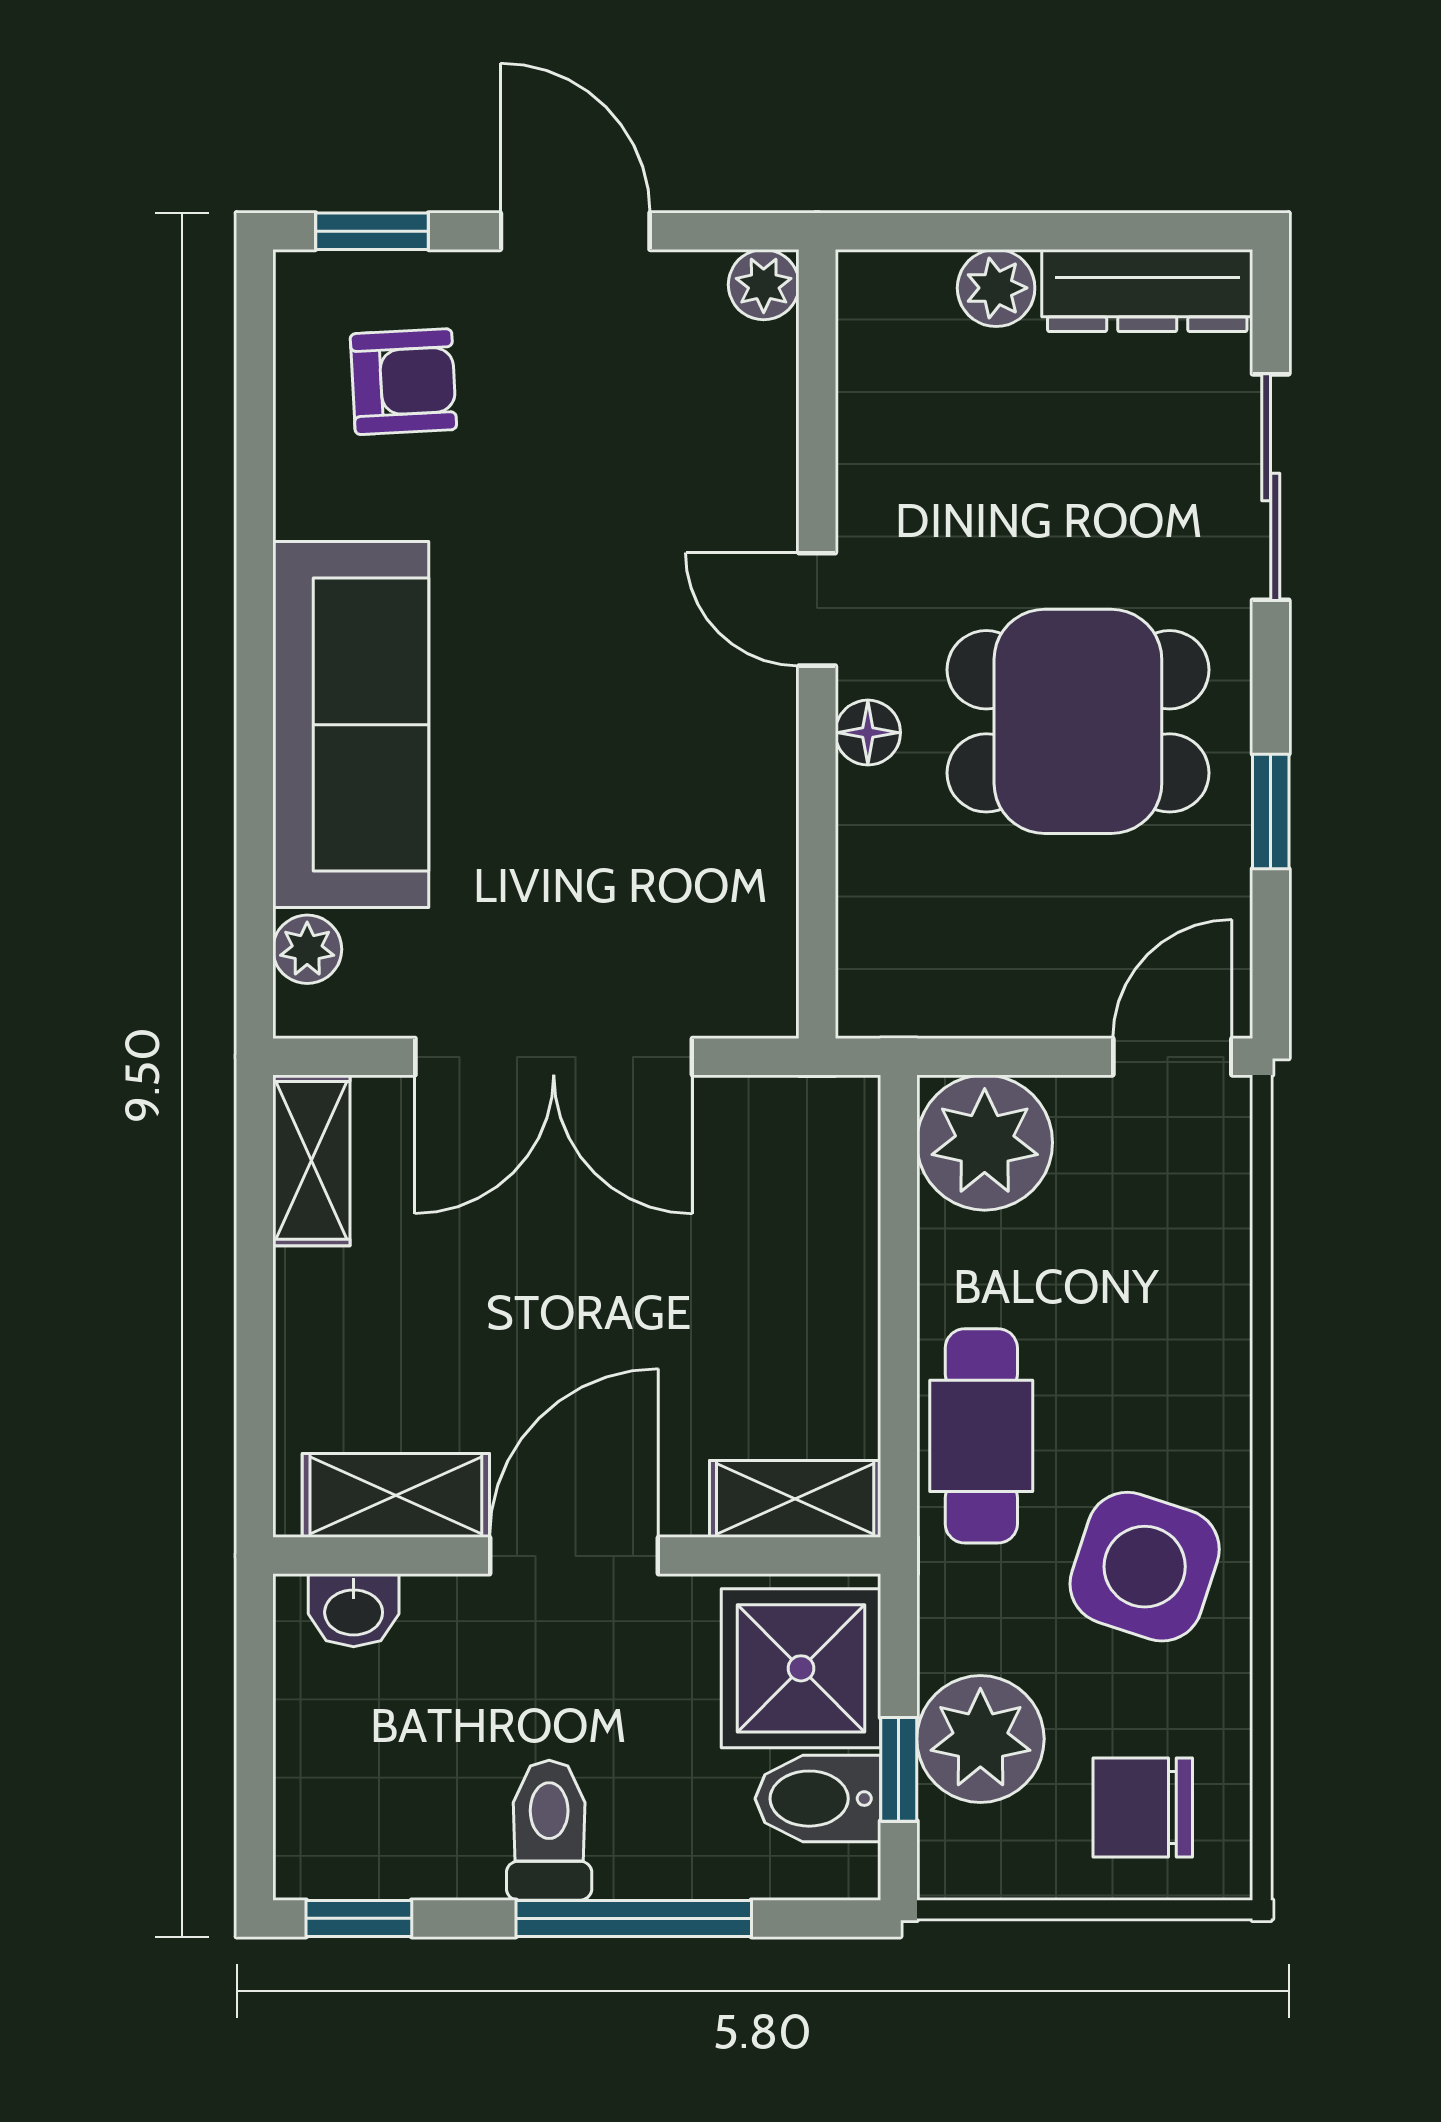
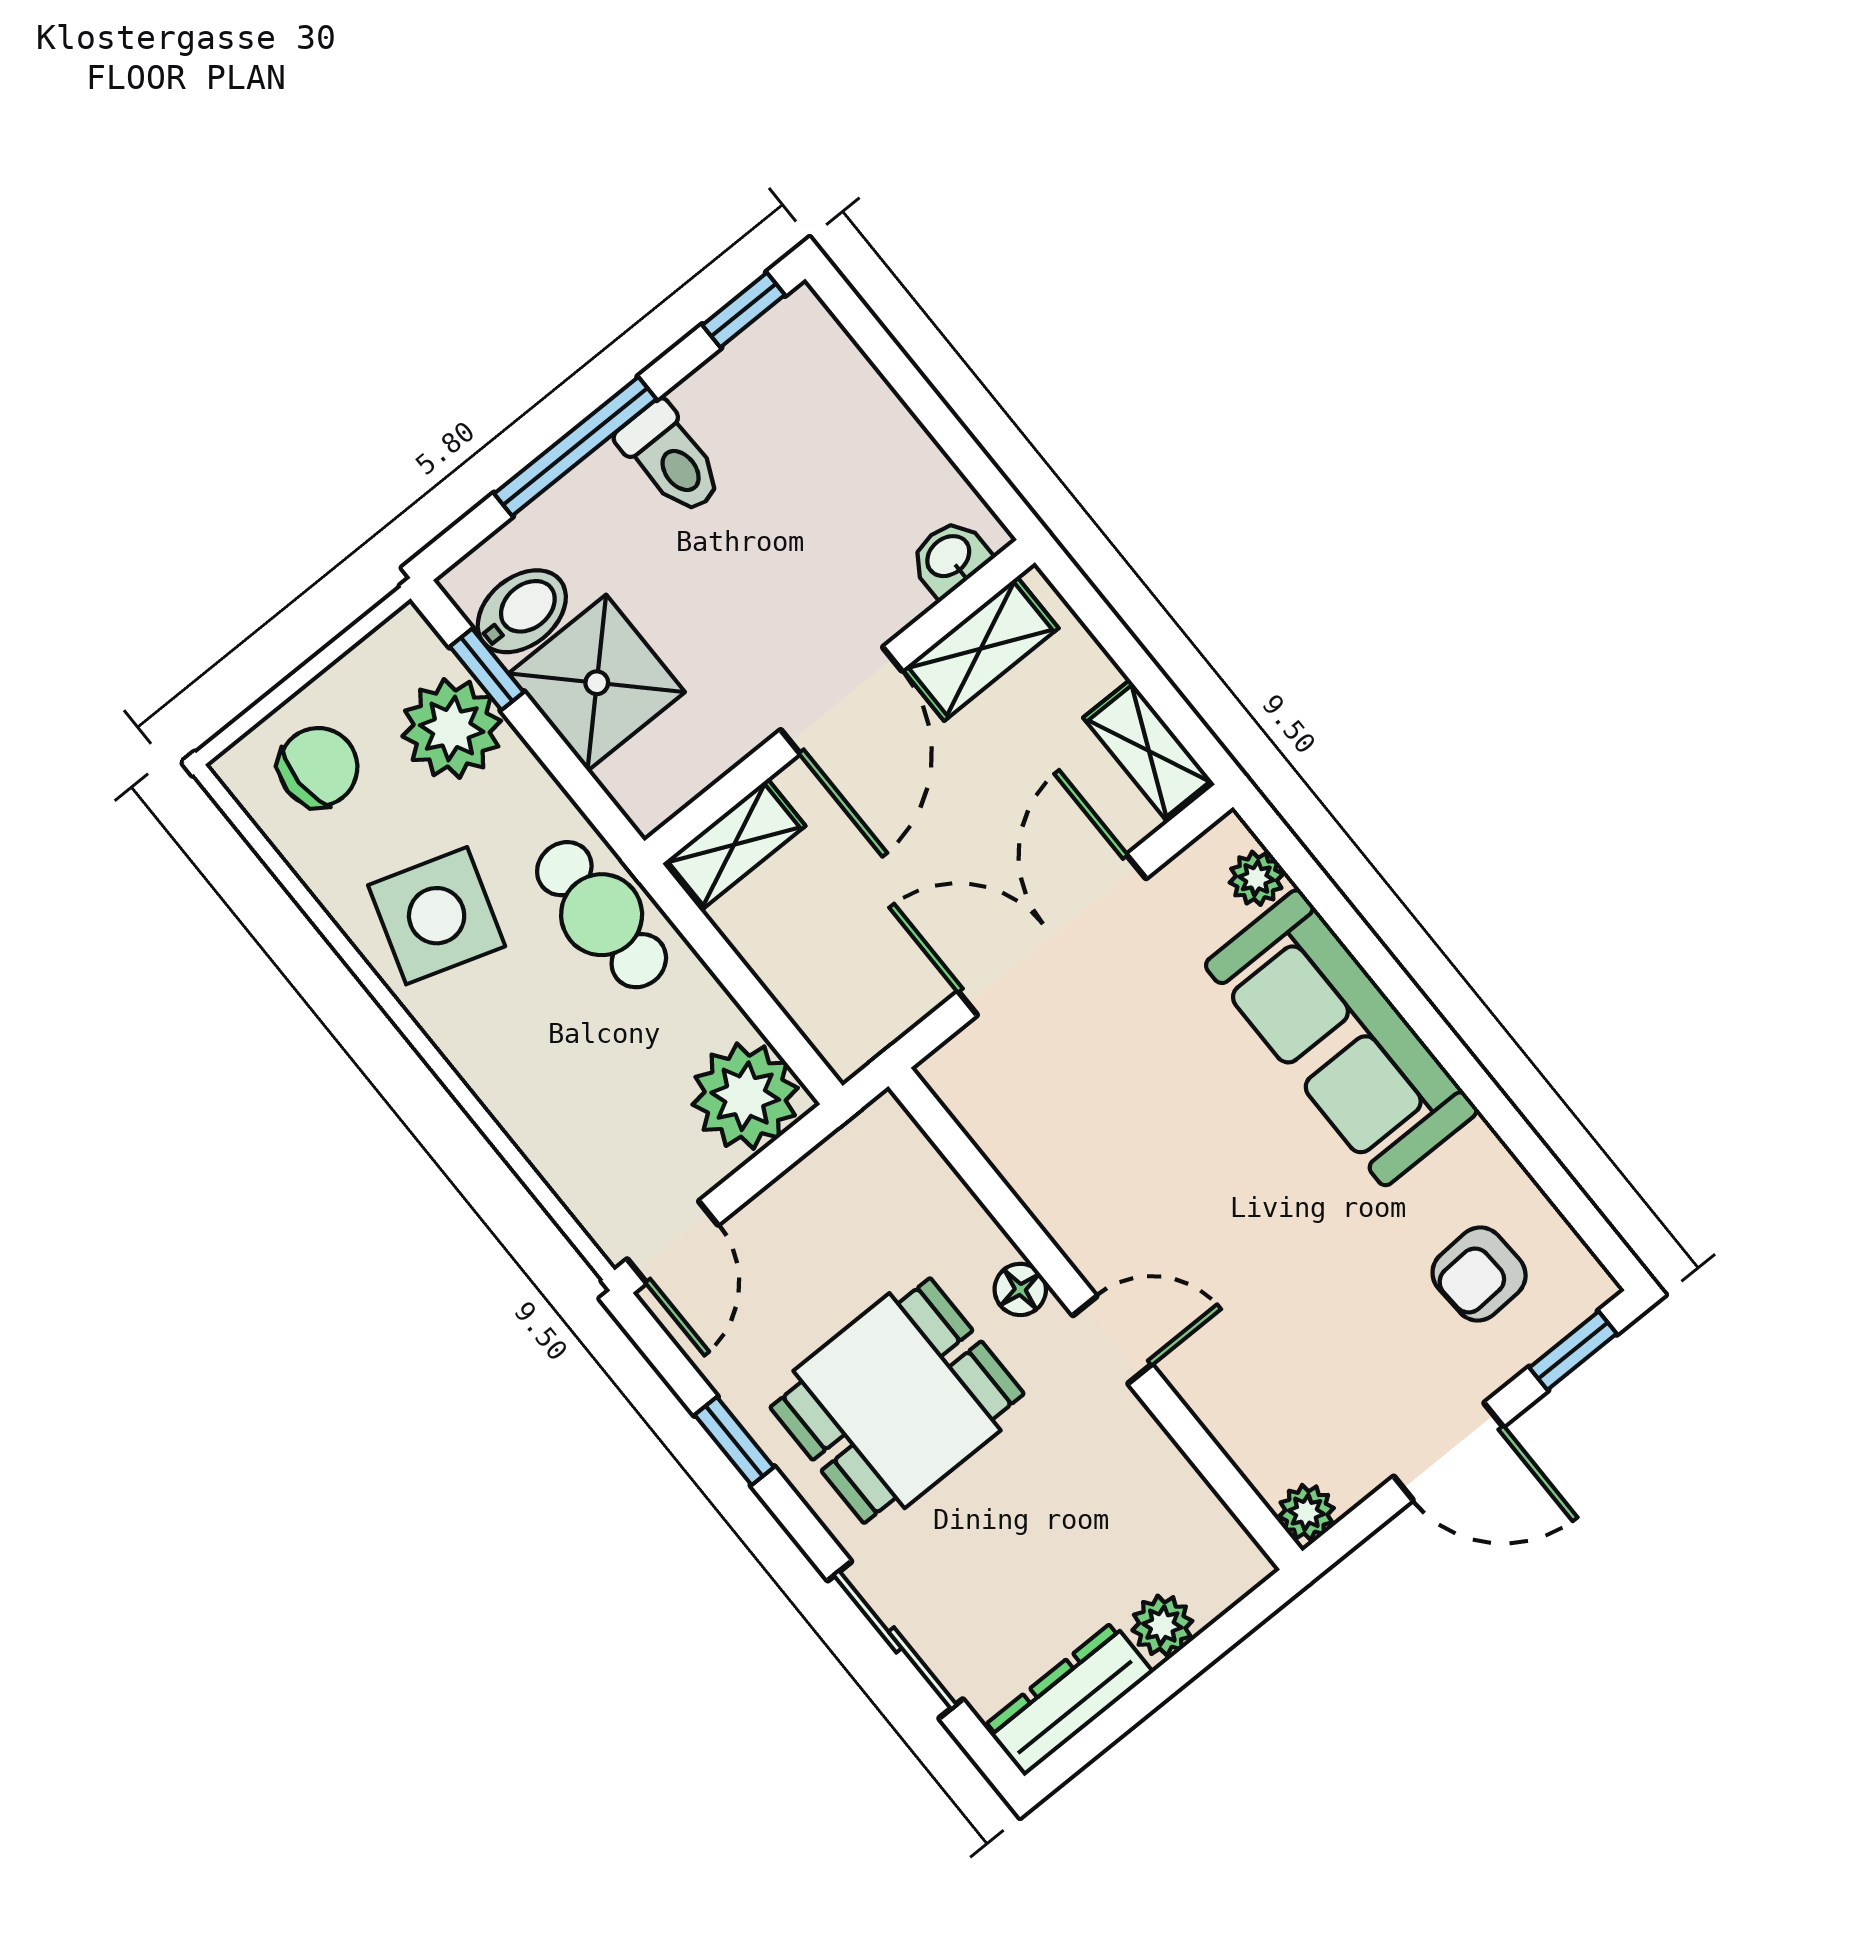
shelving: (396, 1495) -> (980, 649), moved
shelving: (795, 1499) -> (734, 845), moved
door: (574, 1556) -> (841, 700), moved
wall: (577, 1556) -> (840, 702), moved
washbasin: (354, 1610) -> (949, 557), moved

